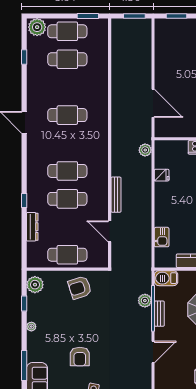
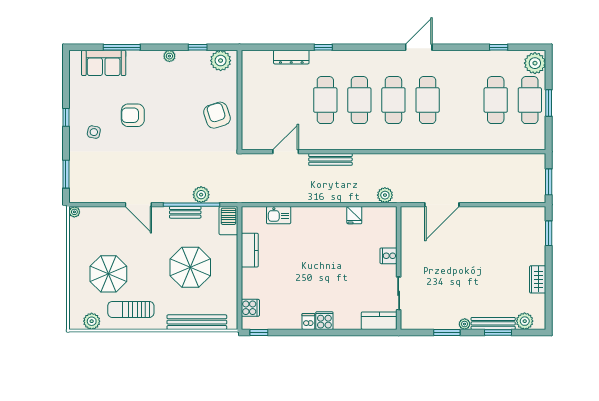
window: (88, 16) -> (549, 103), moved
cafe table: (67, 255) -> (393, 100), moved

